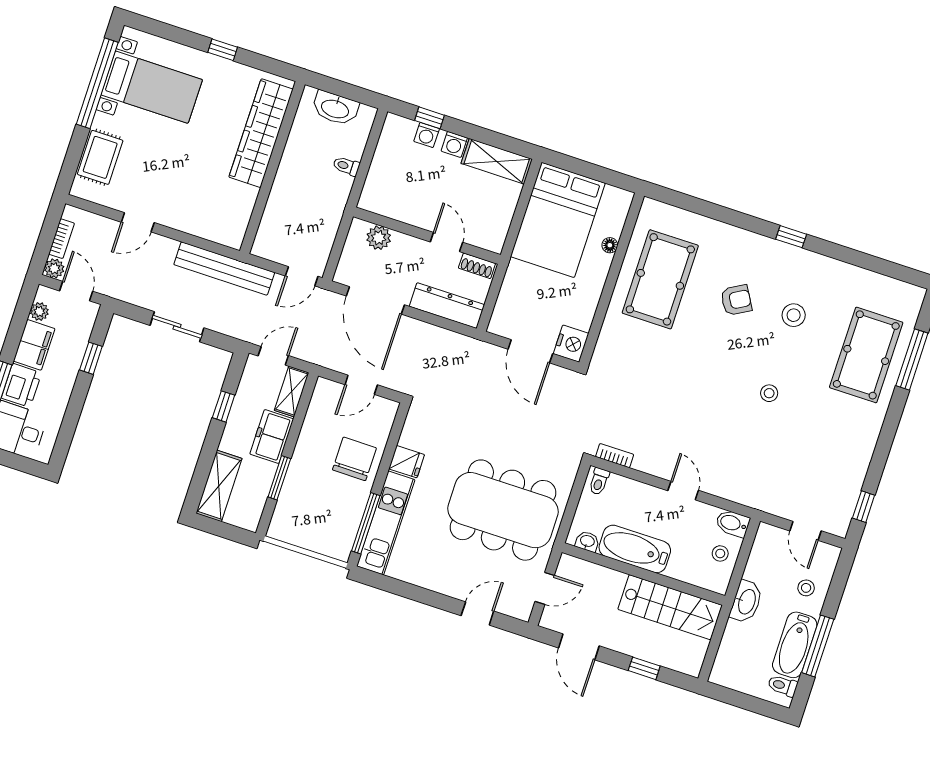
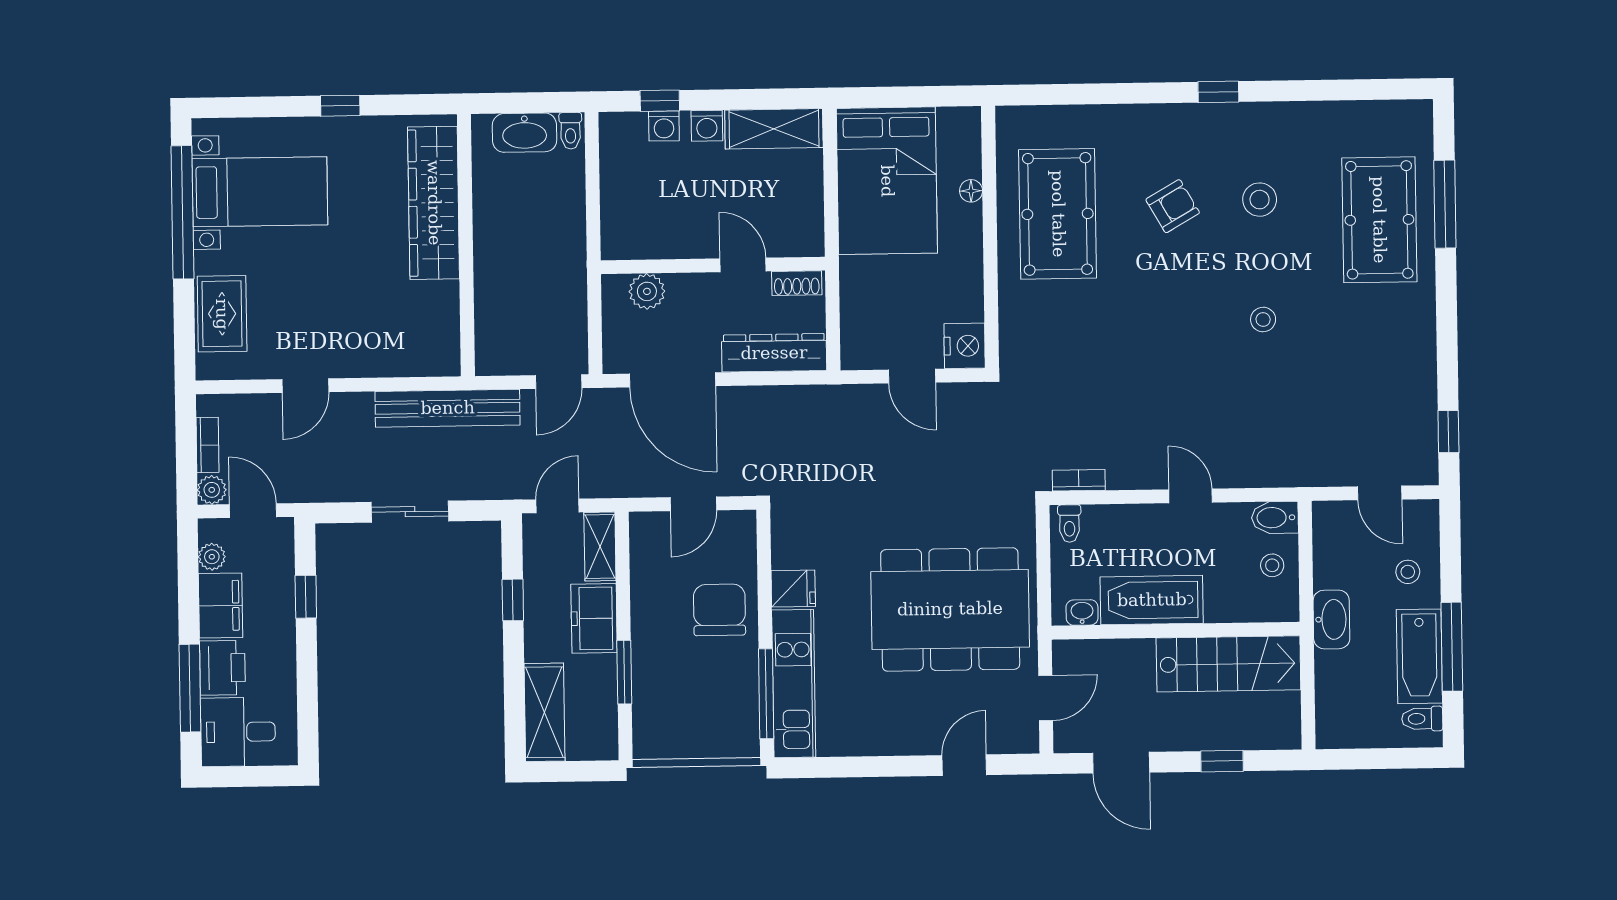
toilet: (346, 166) -> (570, 131), moved, turned -90
door: (530, 351) -> (912, 376), width x0.73

